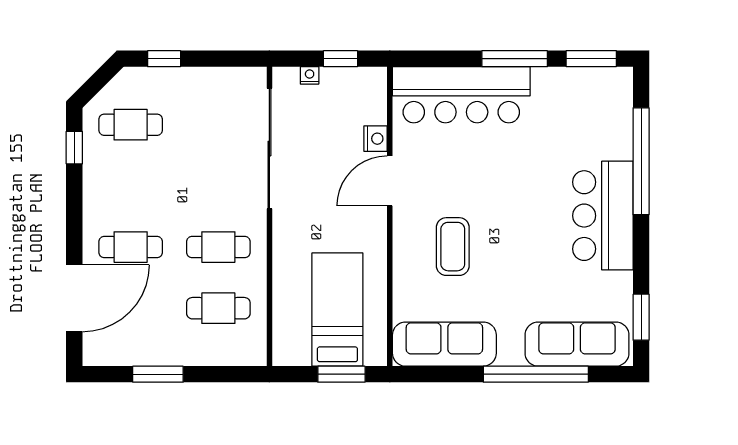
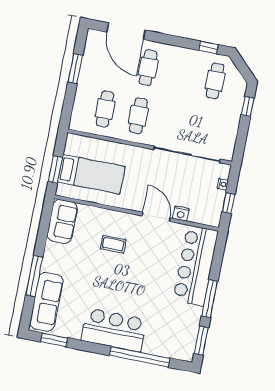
coffee table: (453, 247) -> (113, 244), width x0.73, depth x0.77
sofa: (444, 344) -> (62, 222), width x0.73
window: (536, 374) -> (34, 276), width x0.68

